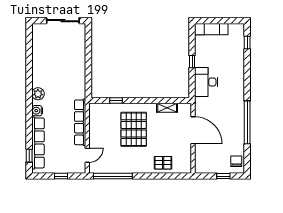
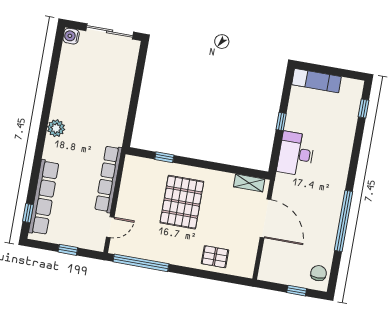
shelving: (167, 108) -> (249, 183), moved
water cooler: (37, 111) -> (71, 36), moved

